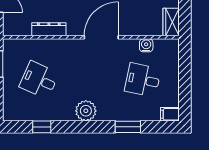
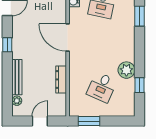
plant: (86, 111) -> (126, 70), moved

